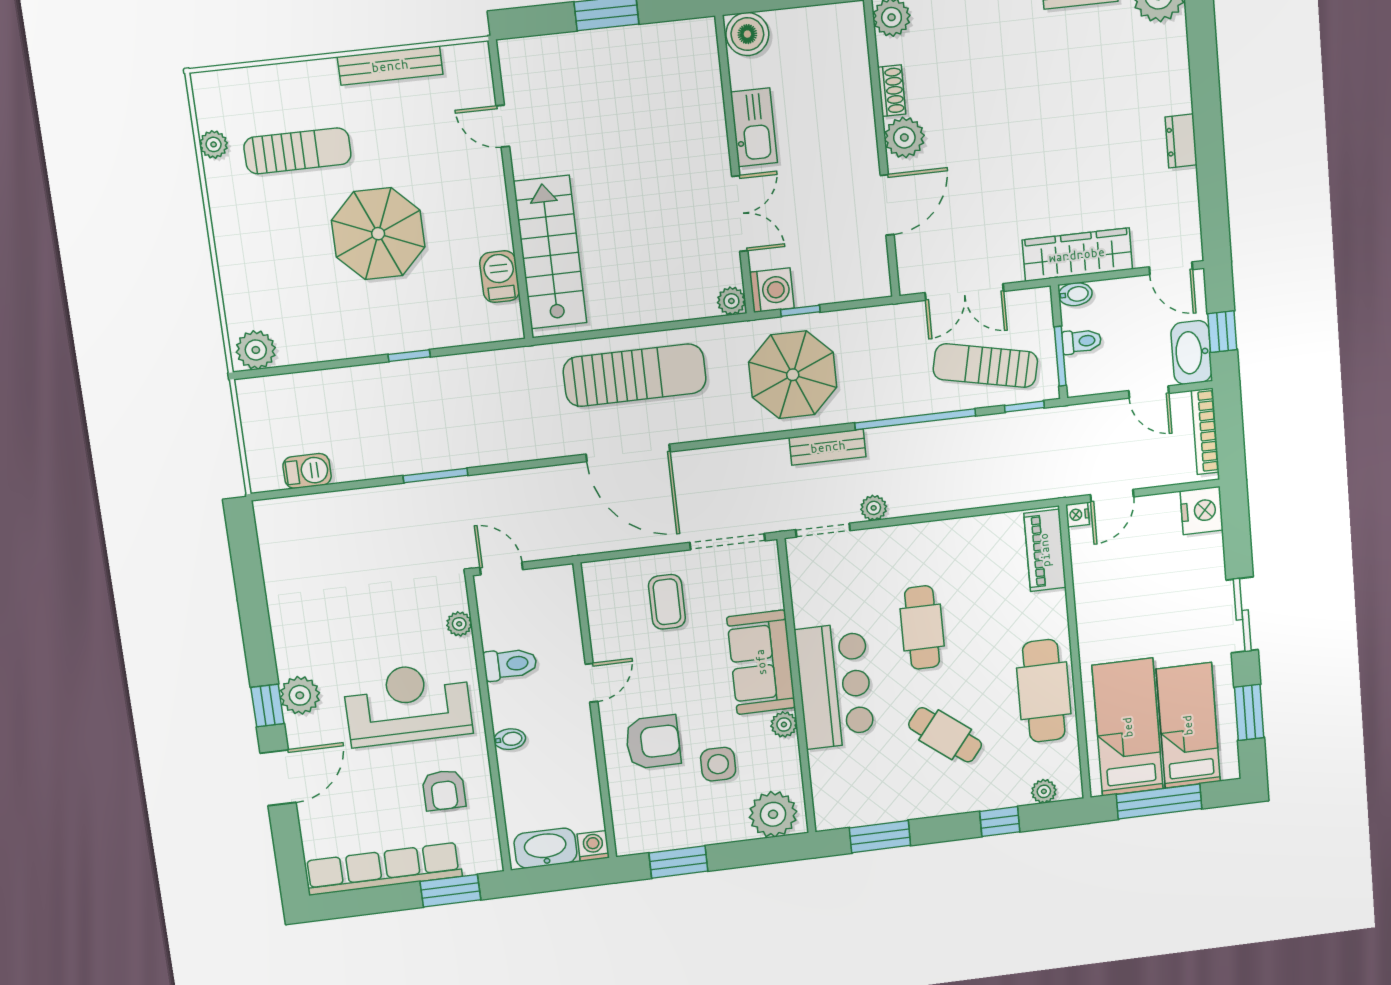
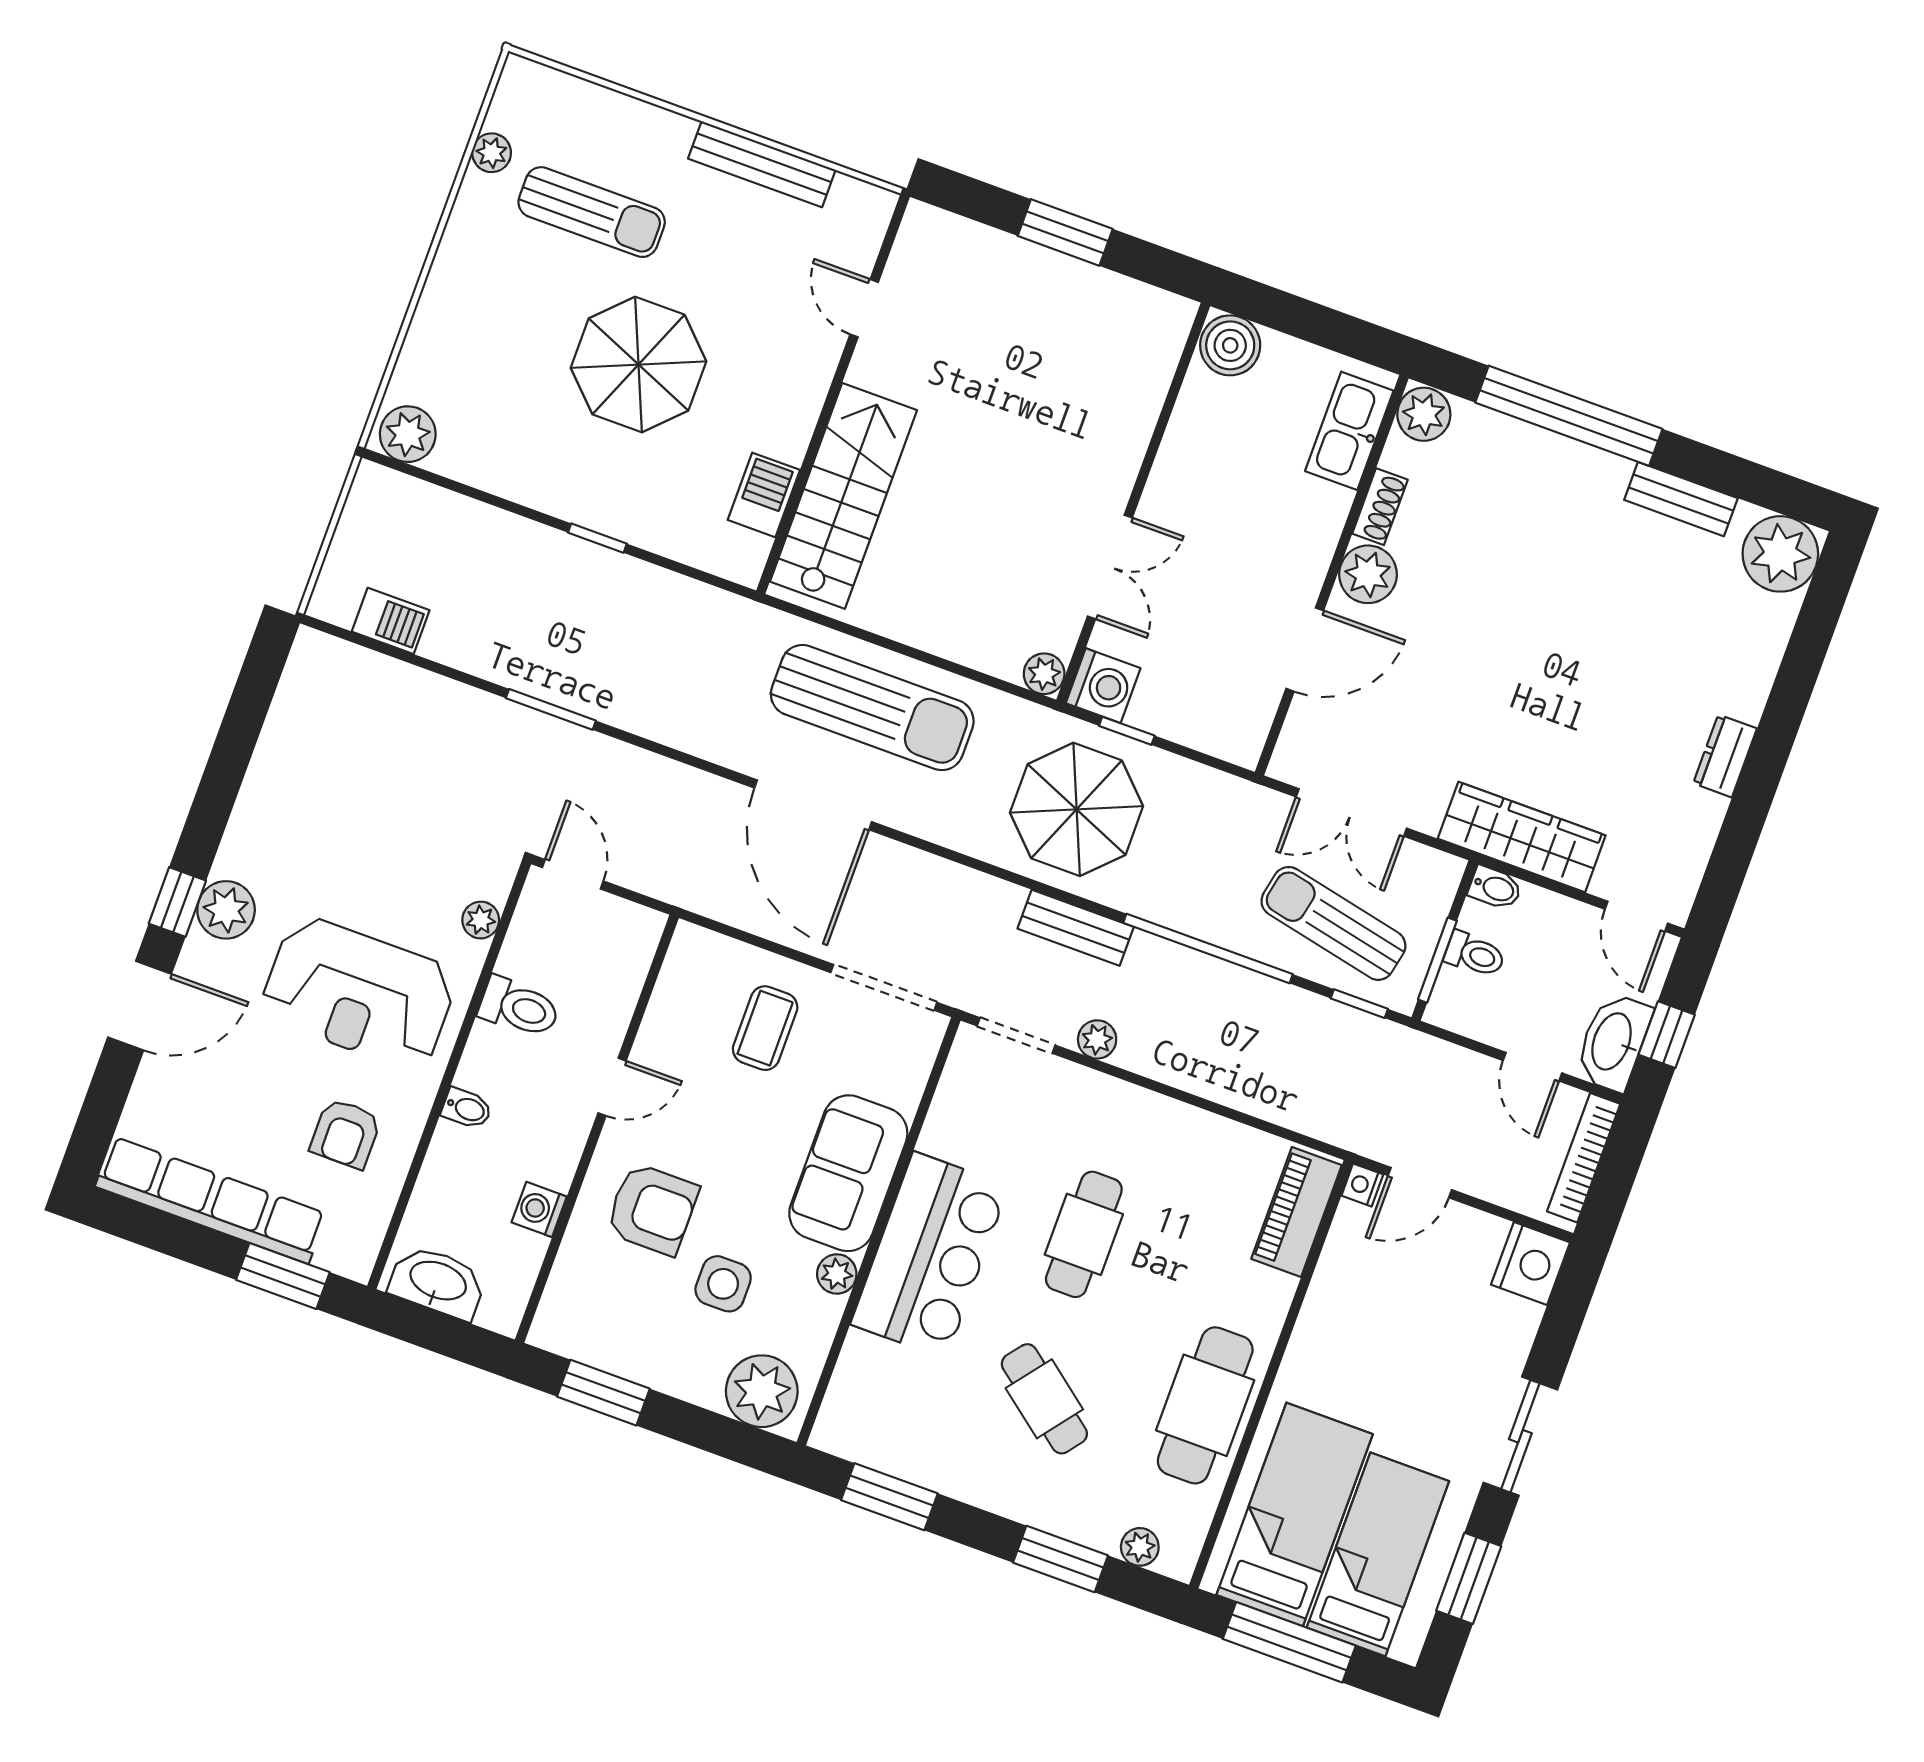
kitchen sink: (754, 127) -> (1349, 431), moved, turned 180
reception desk: (408, 704) -> (359, 993), turned 180
window: (1000, 822) -> (1060, 1559), width x1.50
washing machine: (593, 846) -> (539, 1209), moved, turned -90

